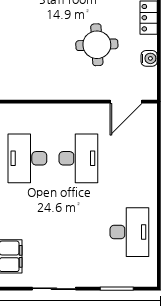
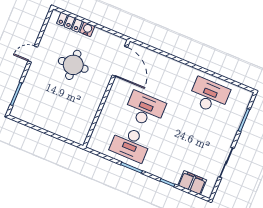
water cooler: (149, 58) -> (87, 29), moved
door: (126, 102) -> (120, 61), width x1.36

